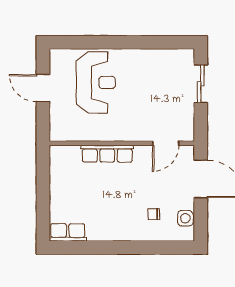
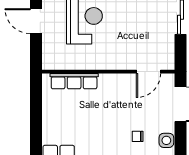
row of seats: (107, 154) -> (74, 81), moved

